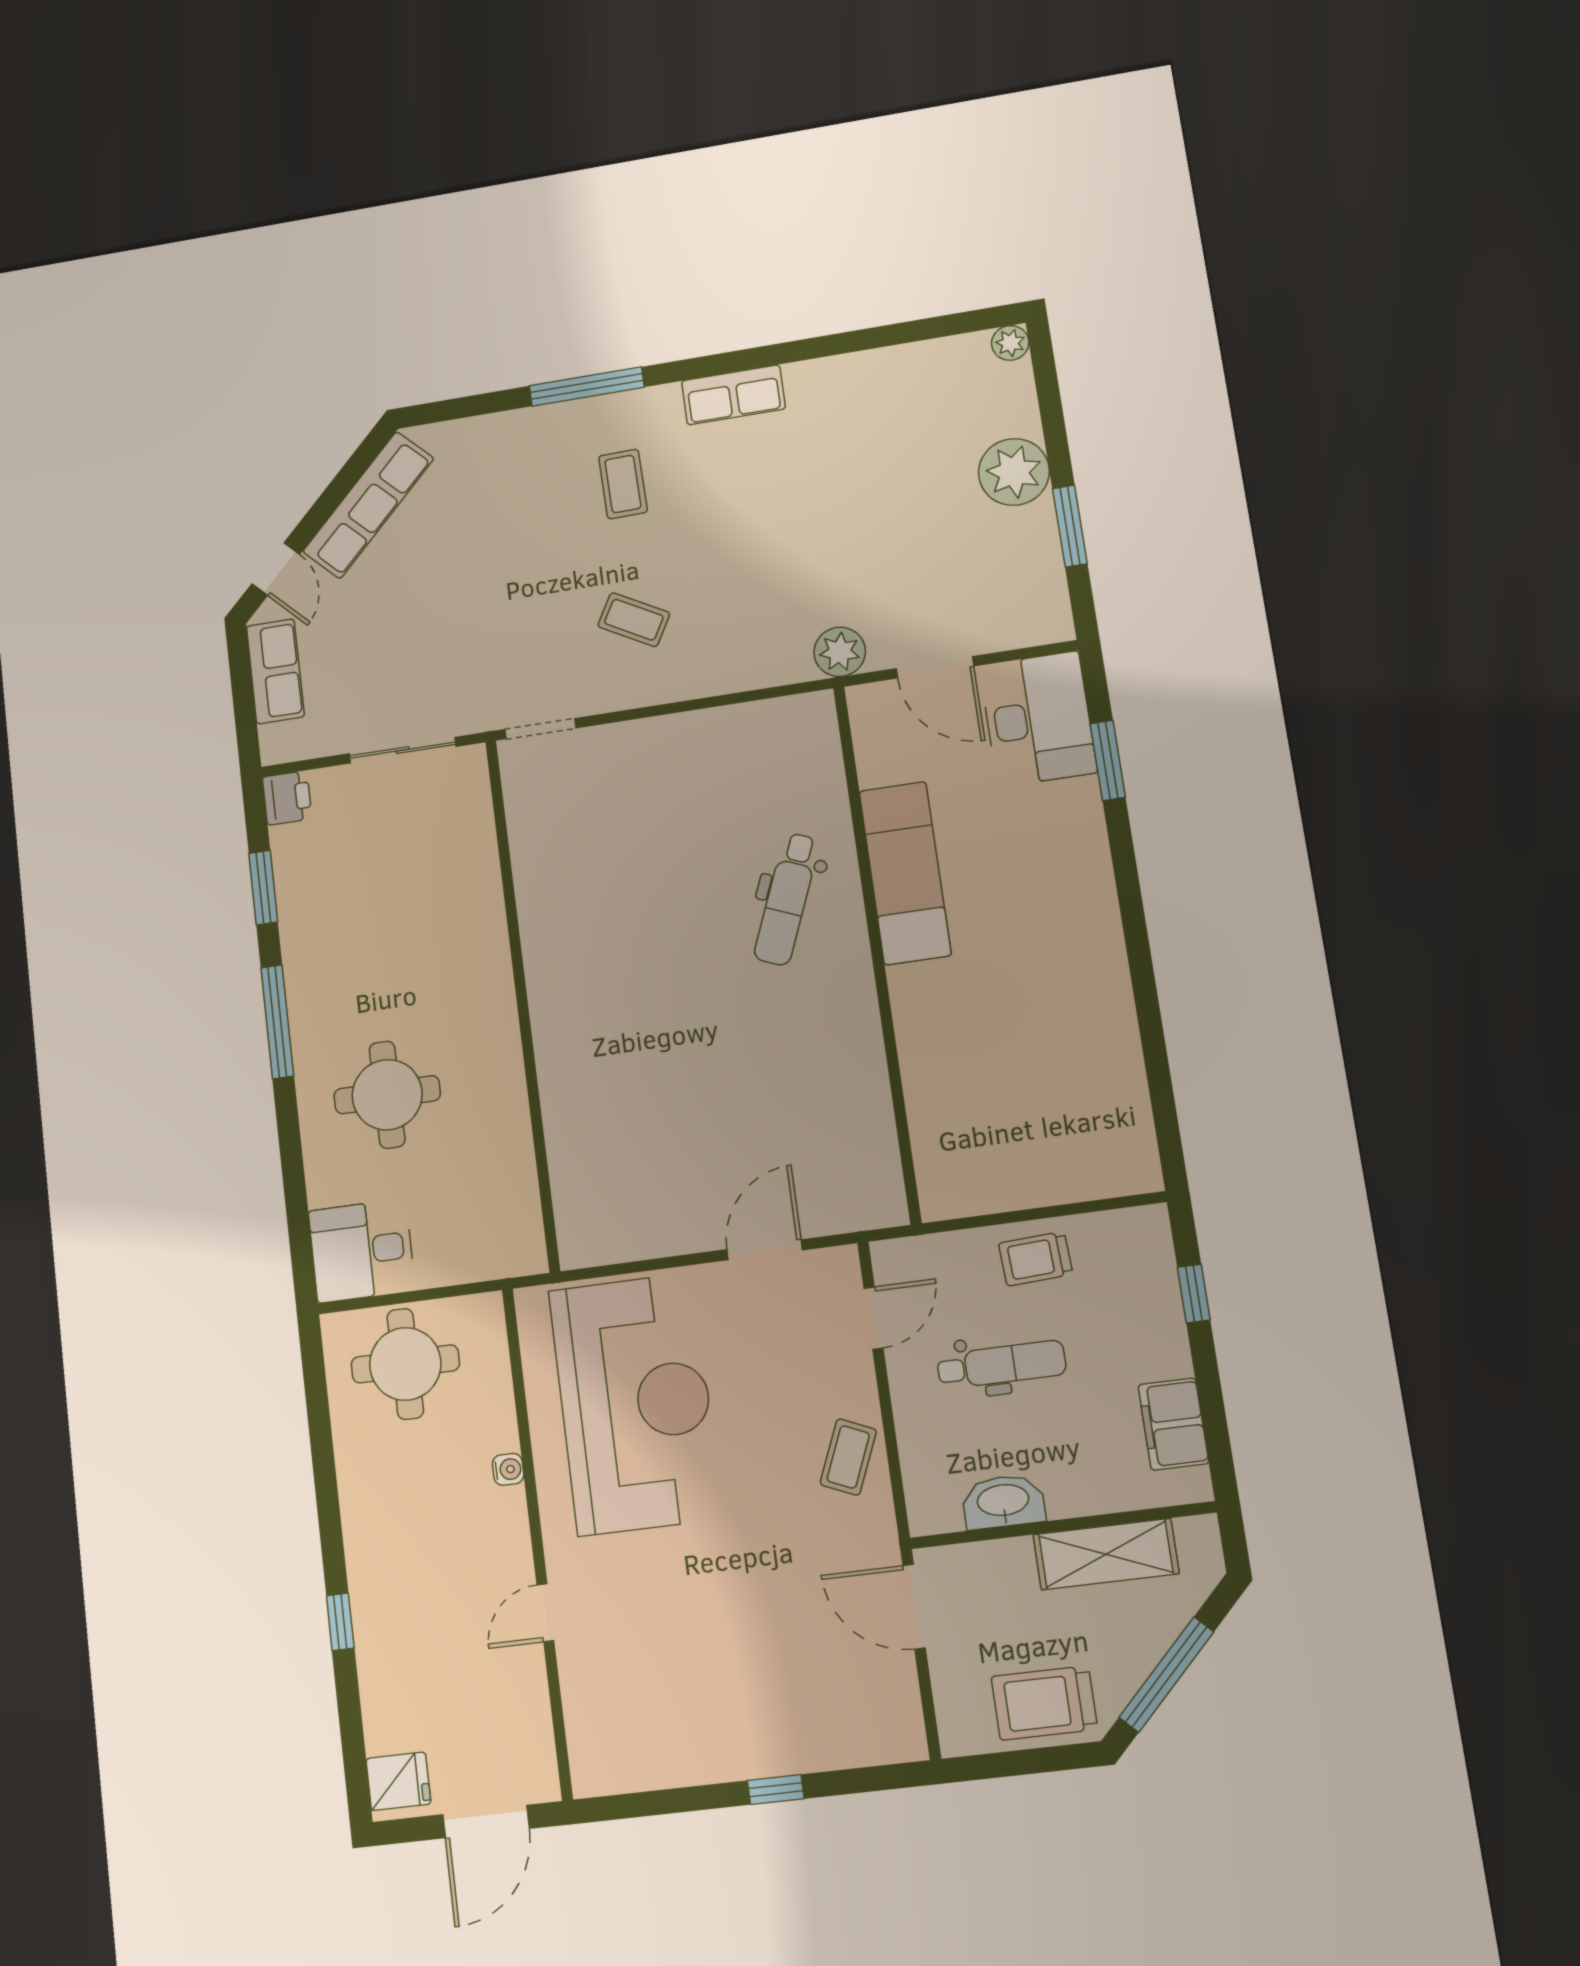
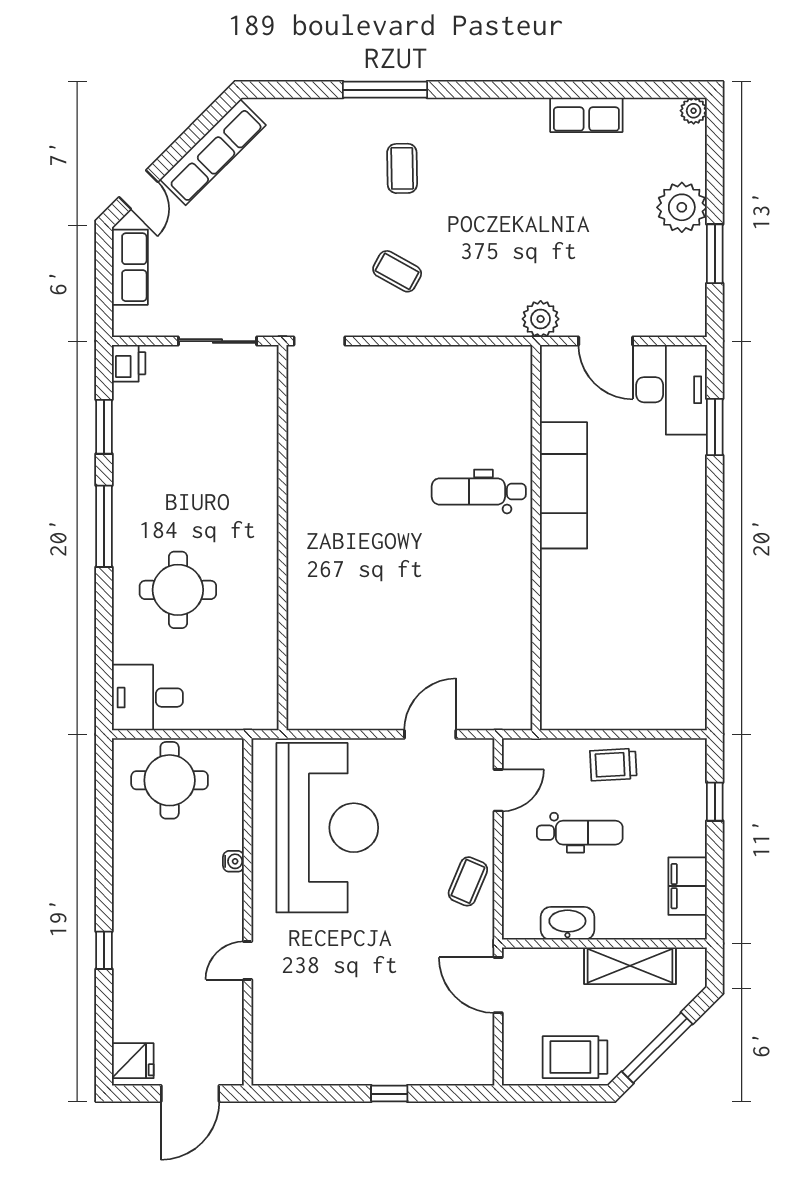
row of seats: (733, 395) -> (586, 115), moved
dental chair: (787, 899) -> (479, 491), turned 68

